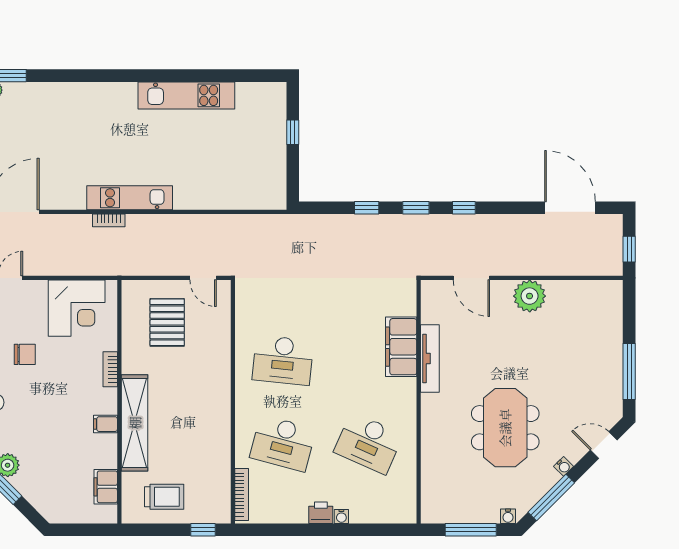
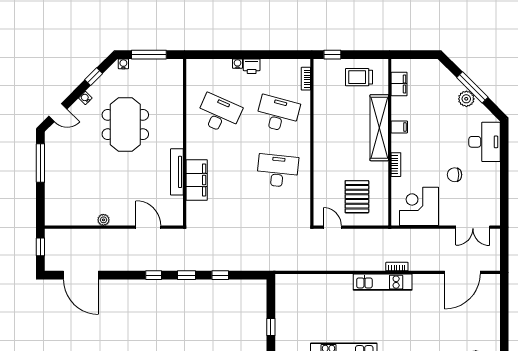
plant: (530, 296) -> (103, 220), width x0.53, depth x0.53
bookcase: (242, 495) -> (306, 79), width x0.64
window: (551, 497) -> (94, 77), width x0.46

